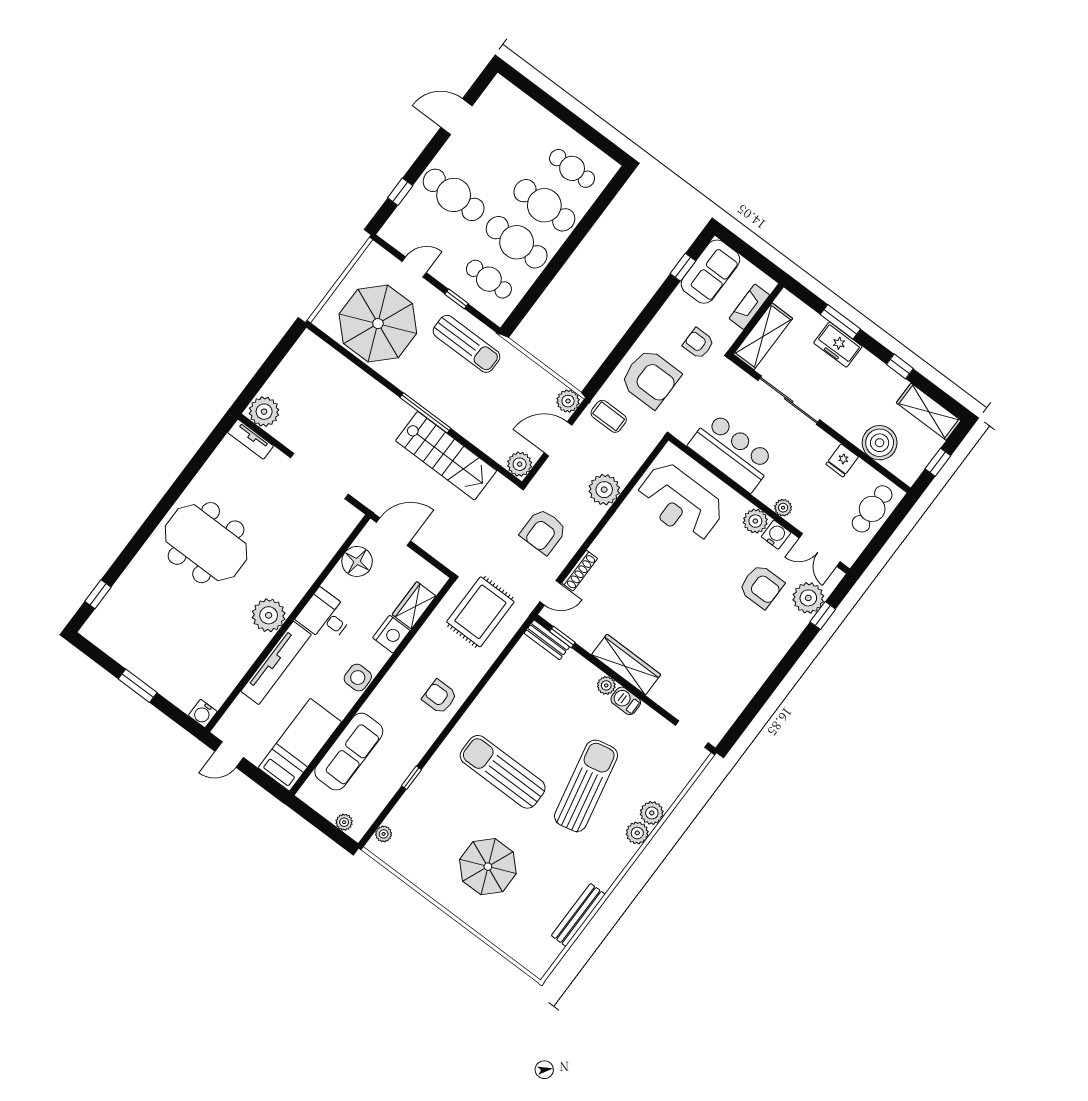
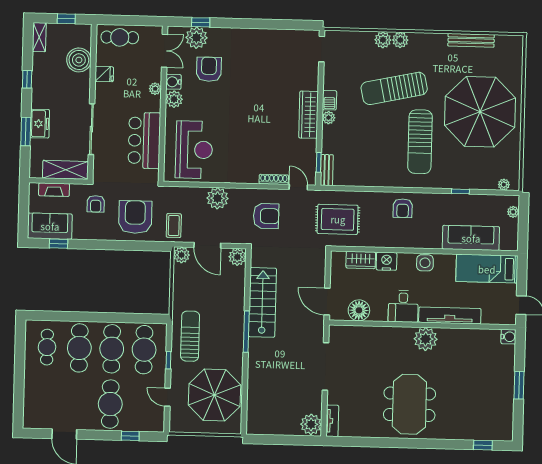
cafe table: (489, 279) -> (144, 350), width x1.37, depth x1.35
shelving: (929, 412) -> (39, 37), width x0.67, depth x0.75
parasol: (488, 867) -> (480, 112), width x1.86, depth x1.86

